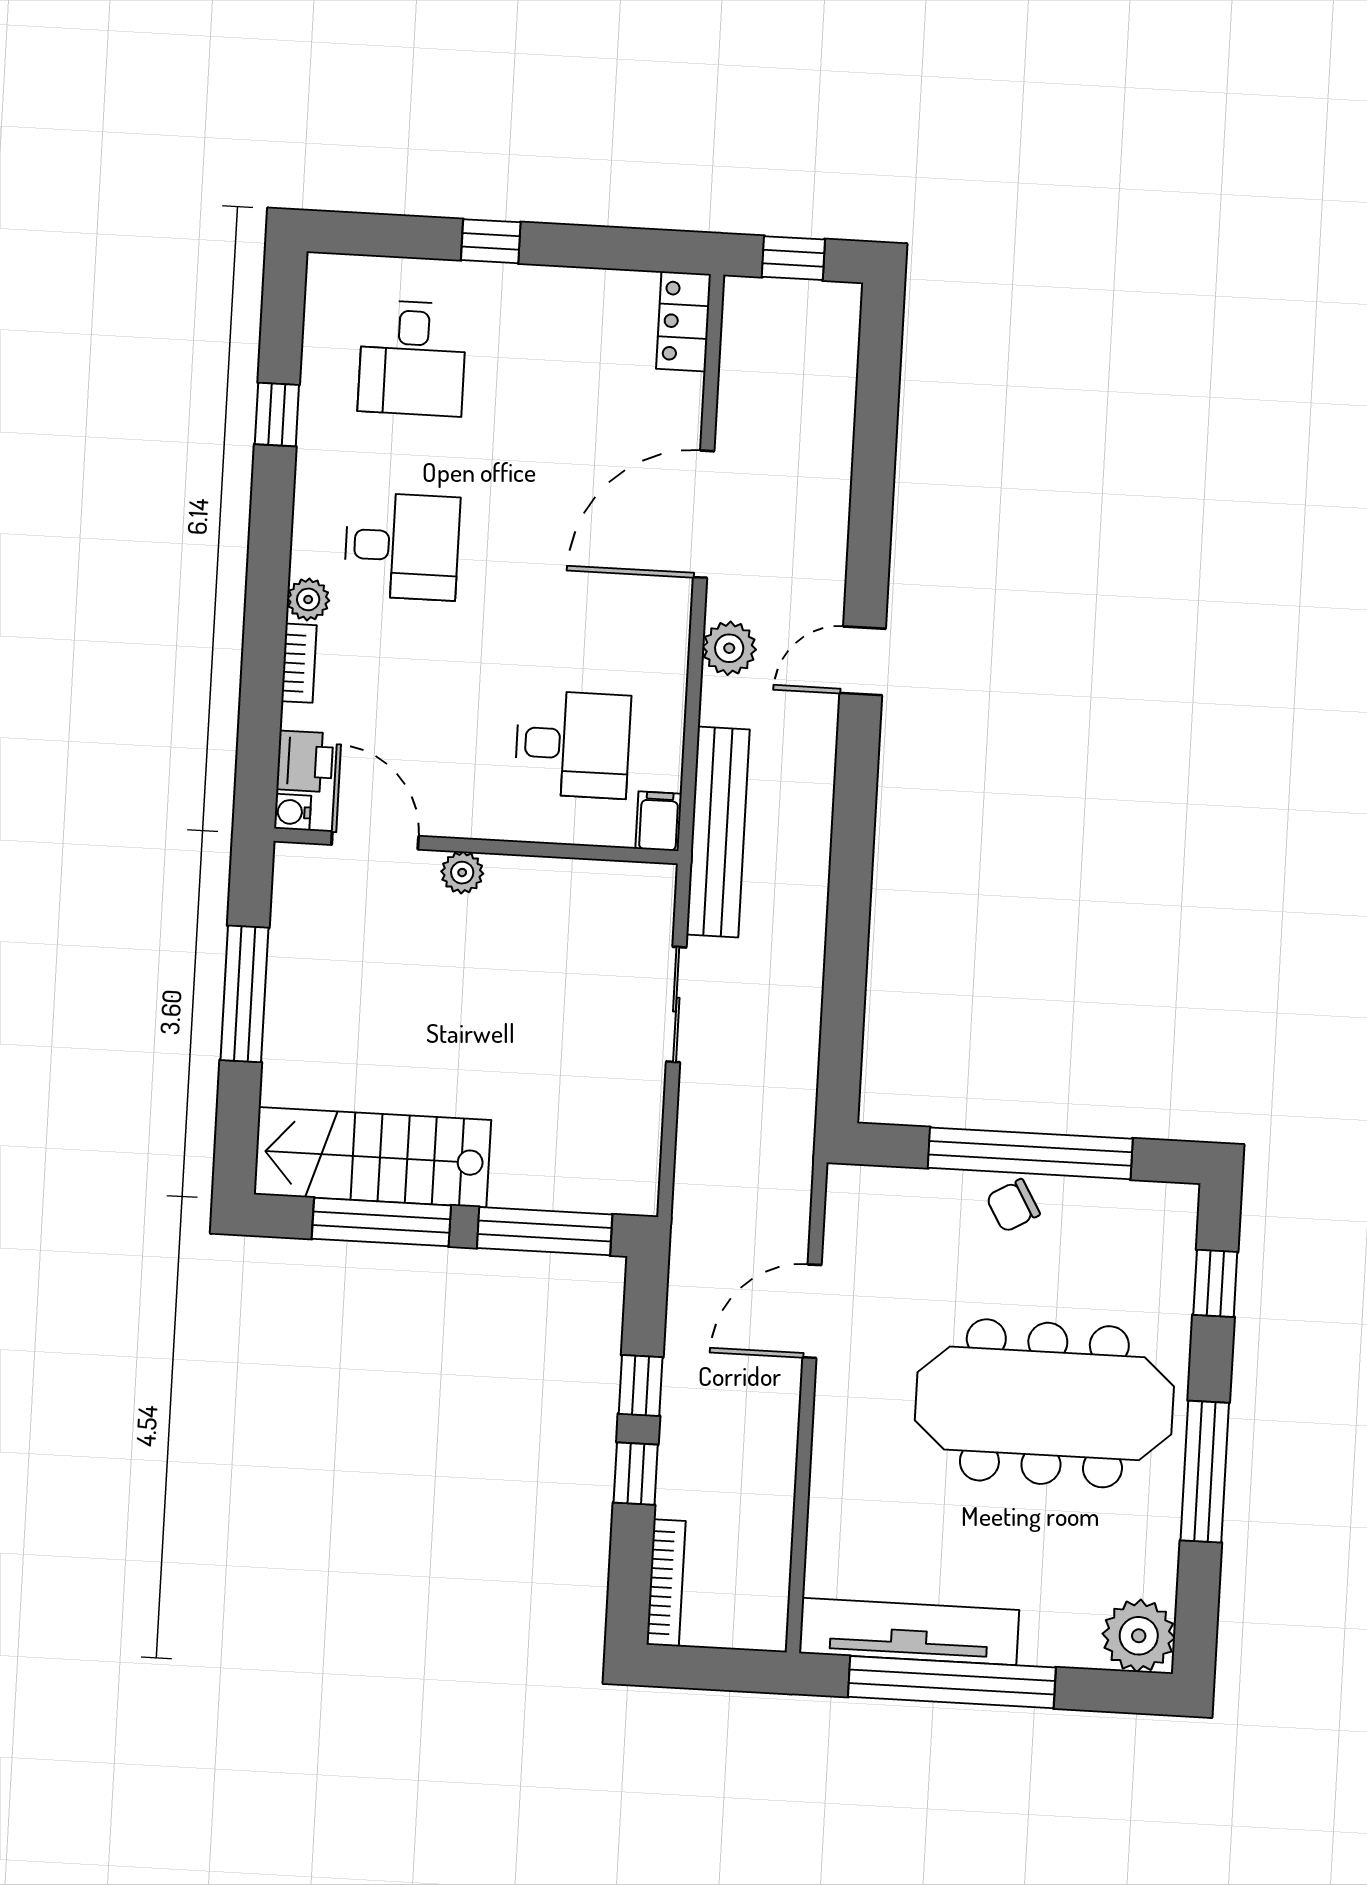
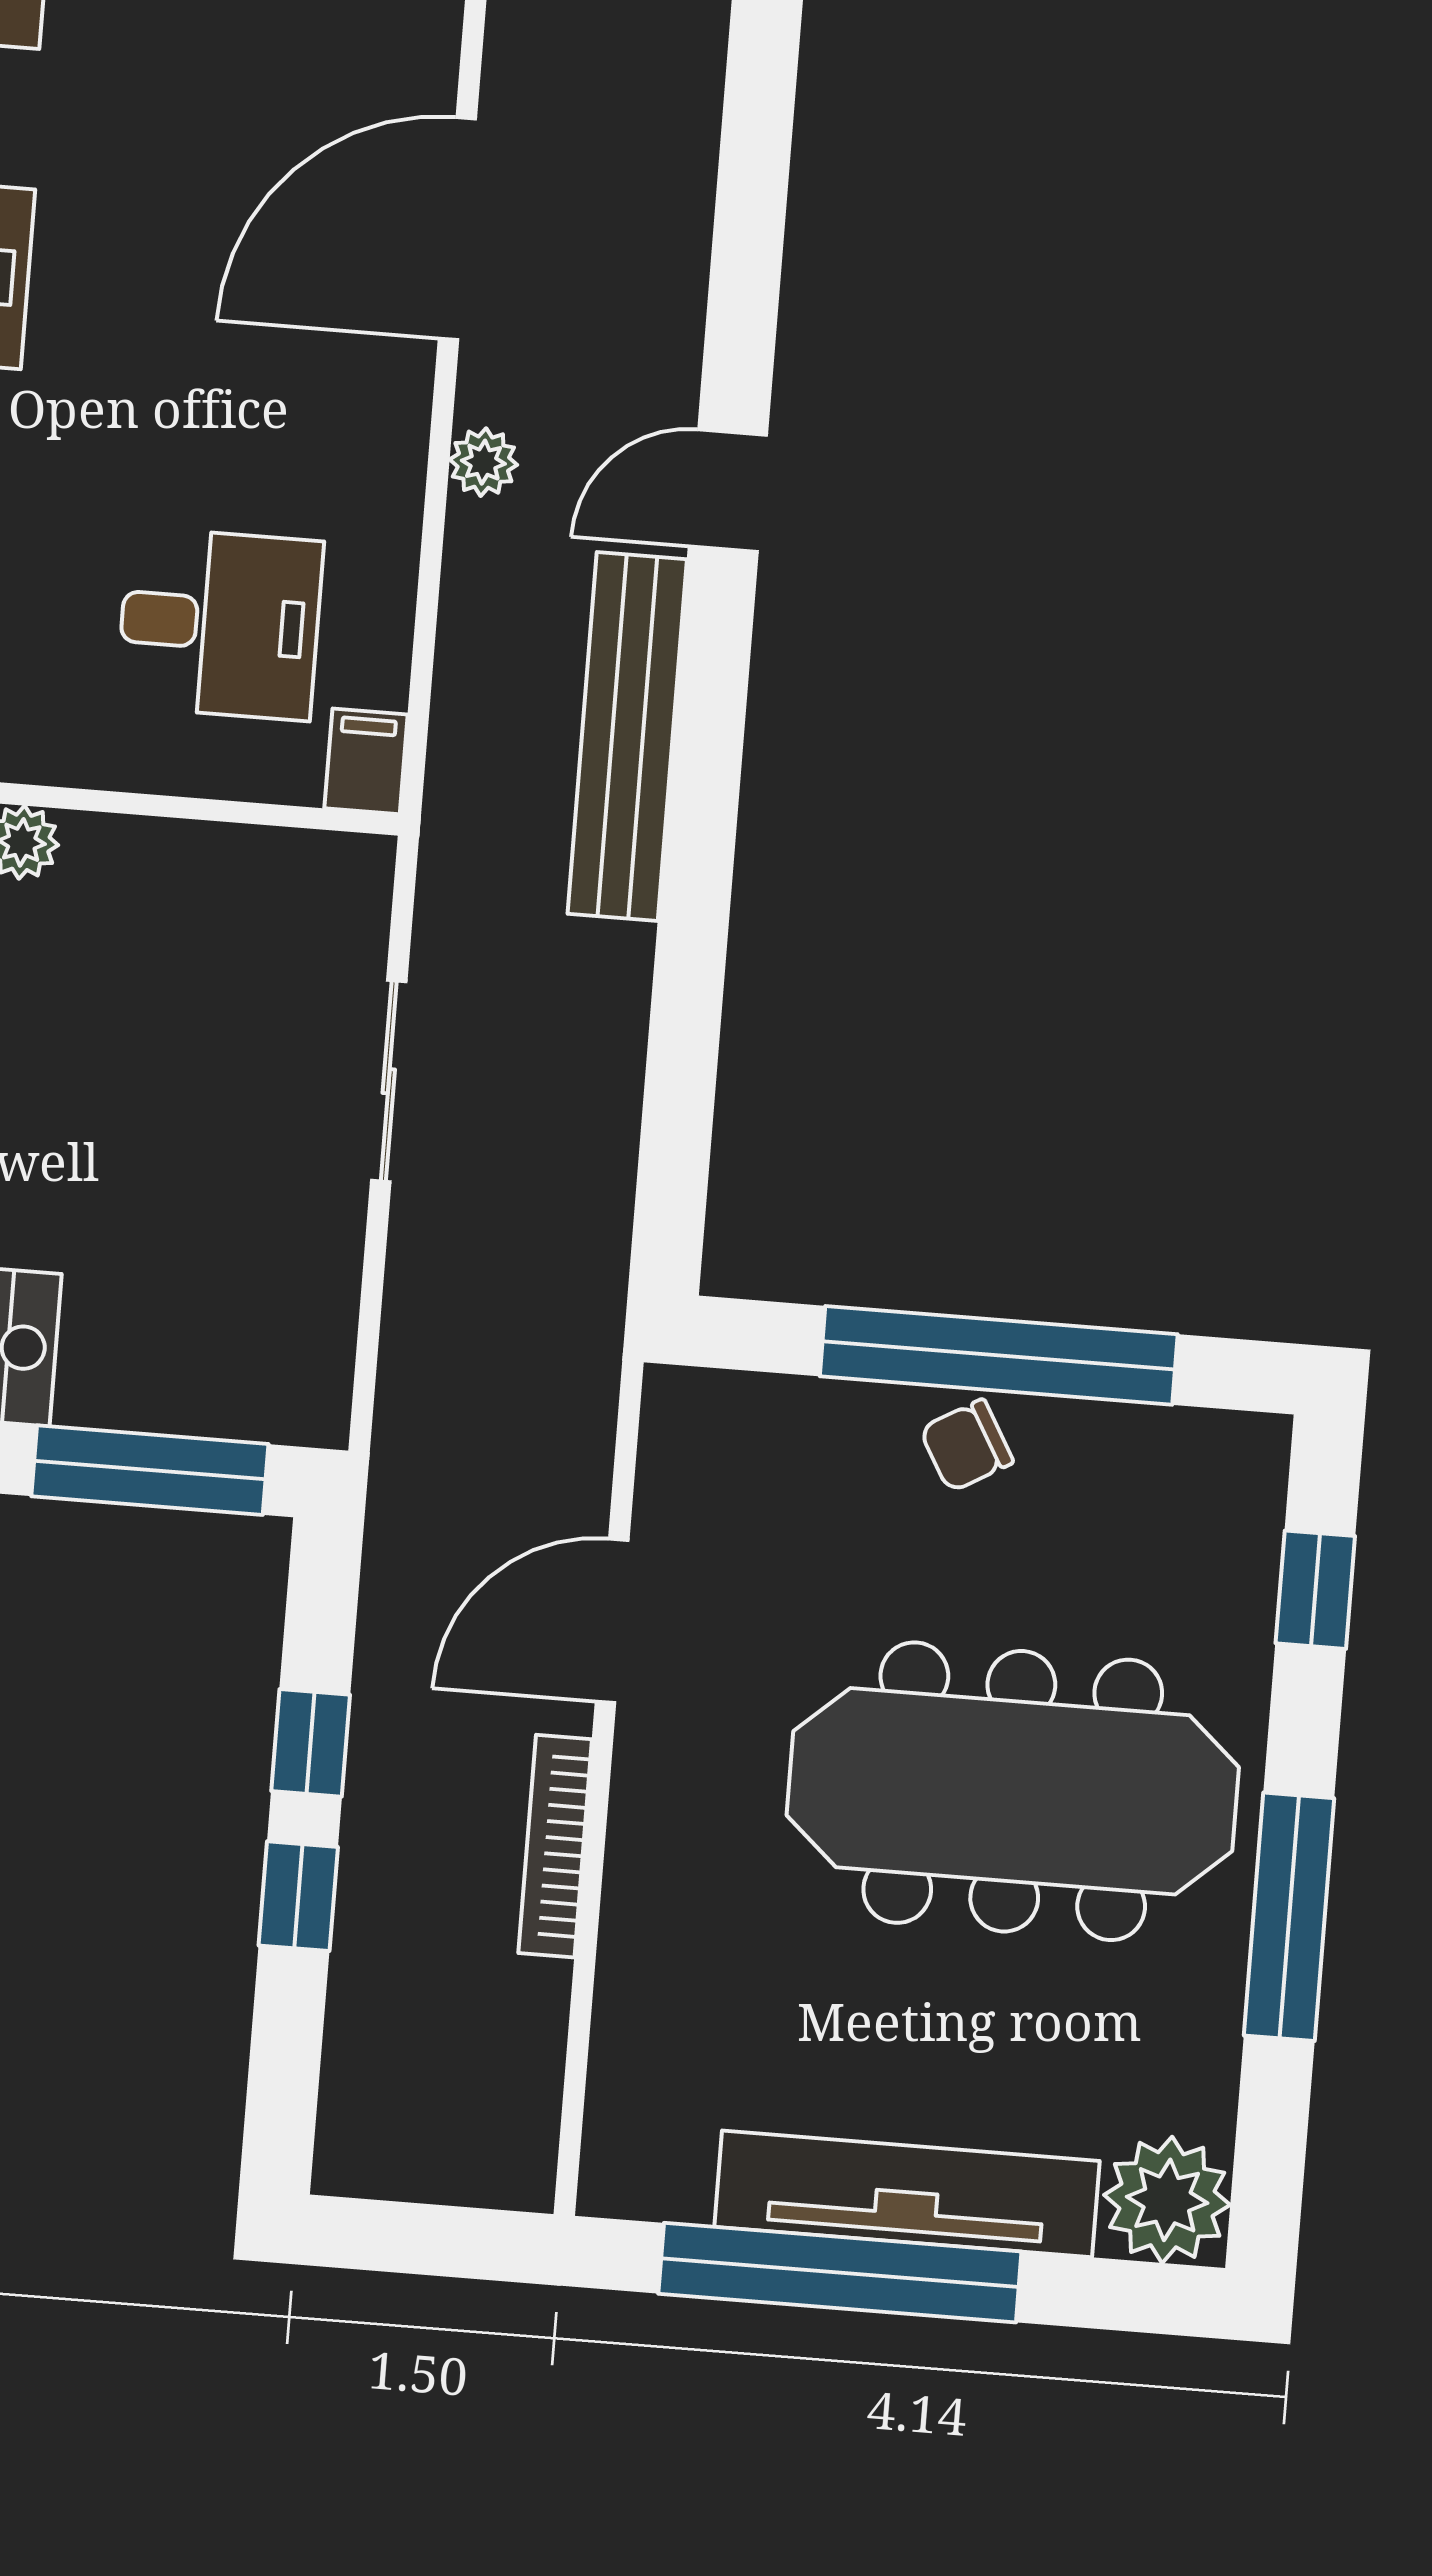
plant: (729, 648) -> (483, 462), width x0.73, depth x0.73
bench: (718, 832) -> (627, 736), moved
bookcase: (666, 1583) -> (555, 1846), moved, turned 180
tv unit: (909, 1632) -> (907, 2194), moved

